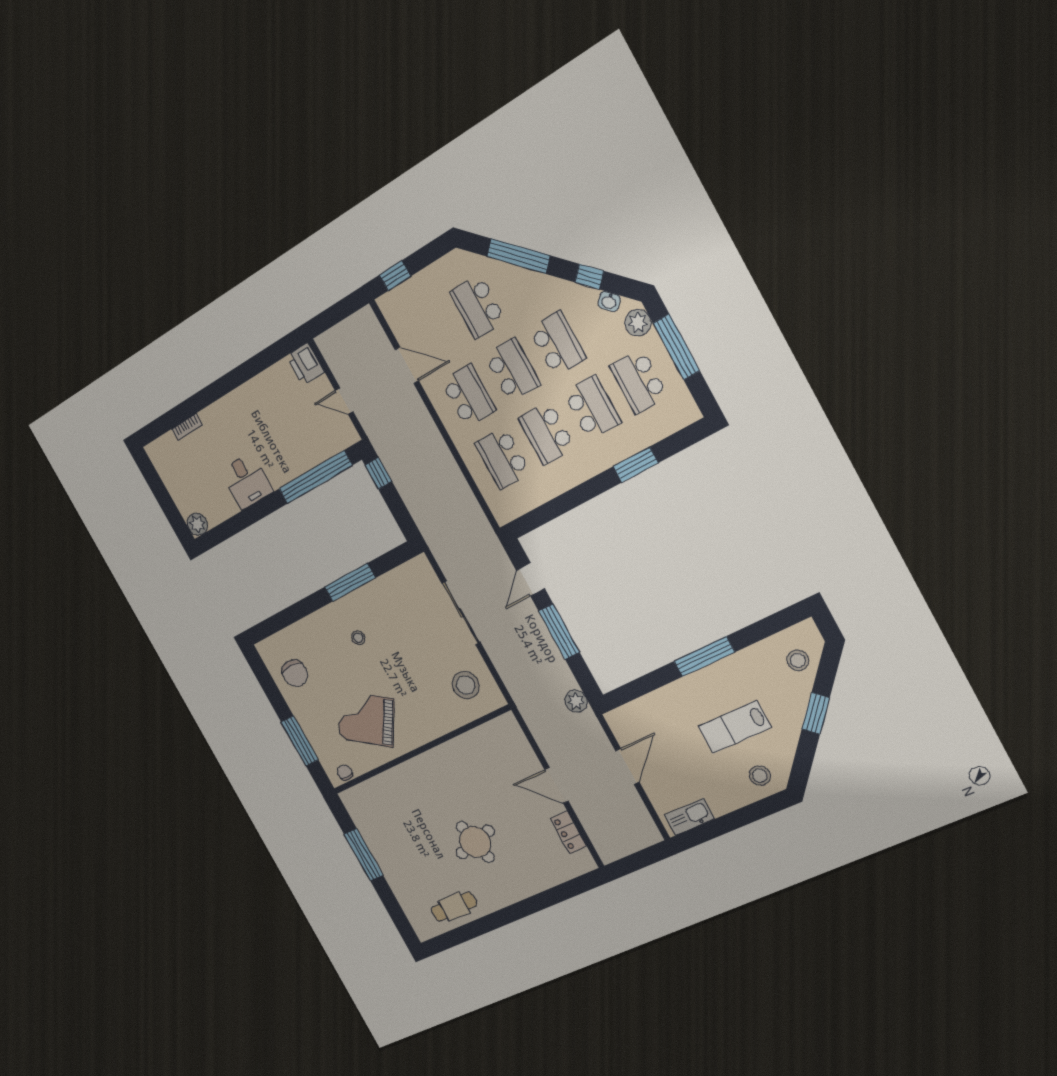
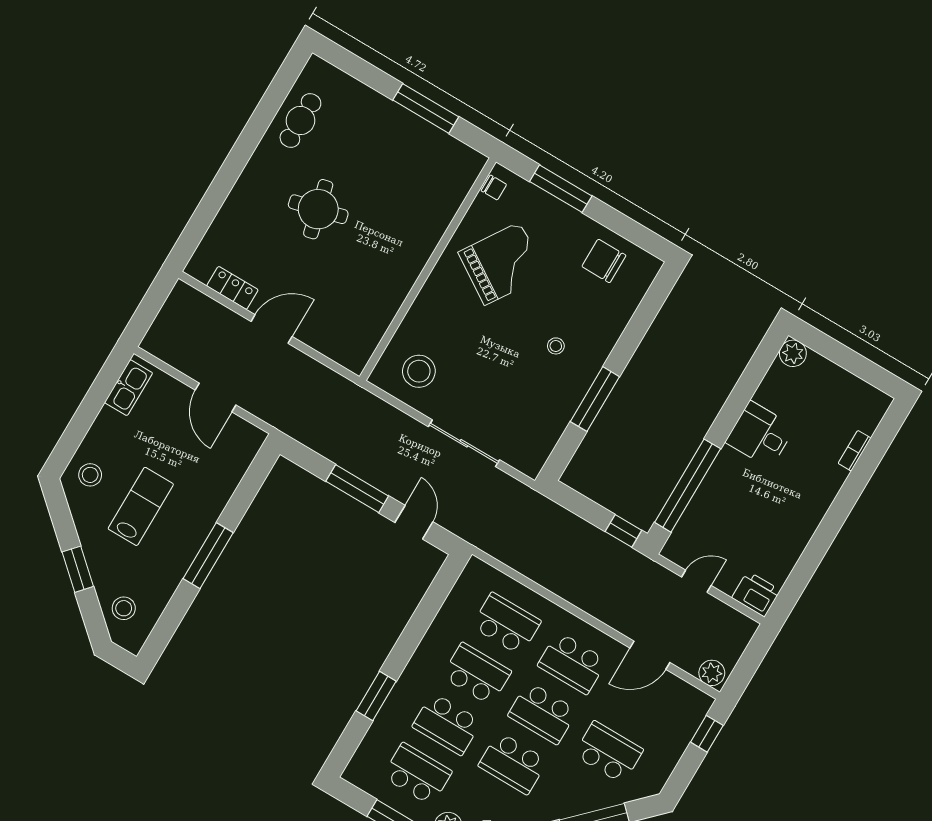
plant: (576, 701) -> (712, 673), moved

